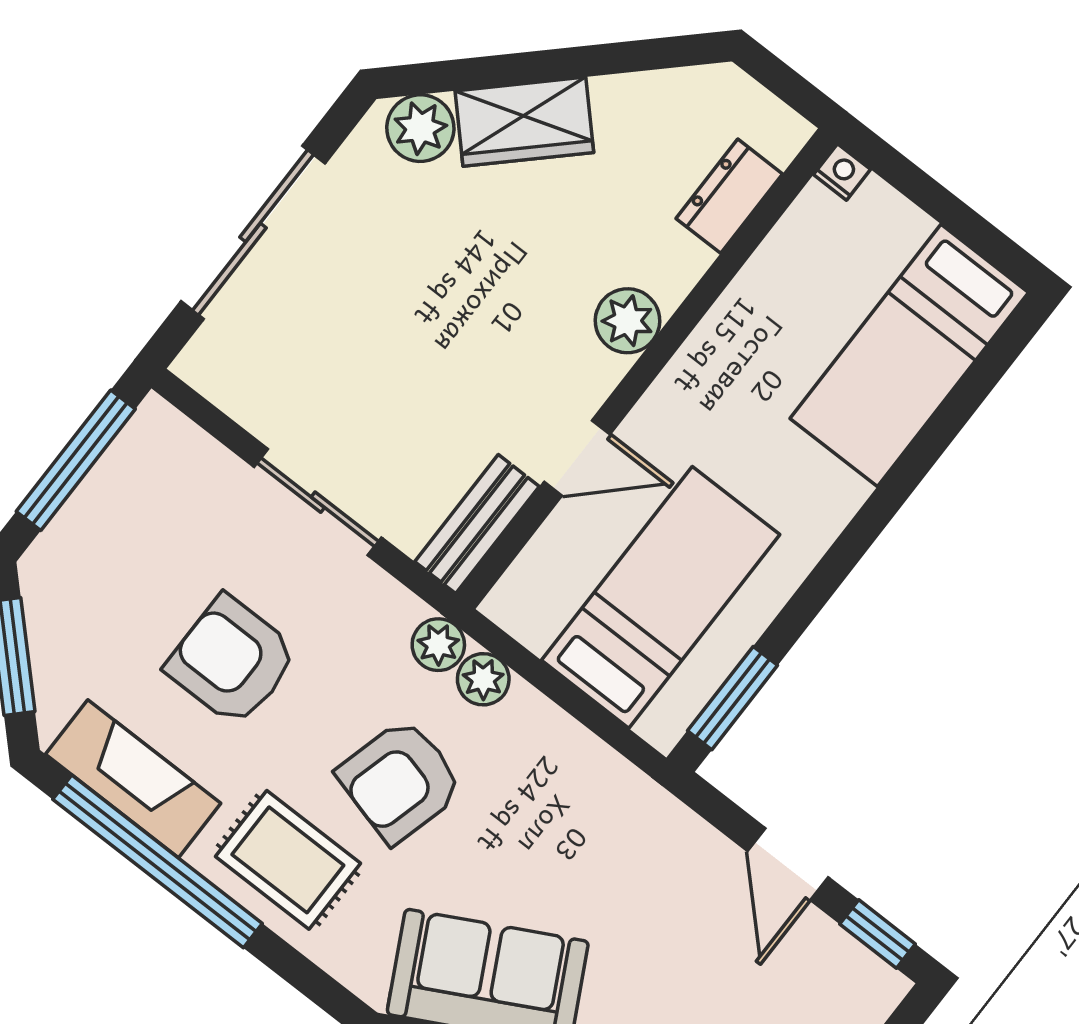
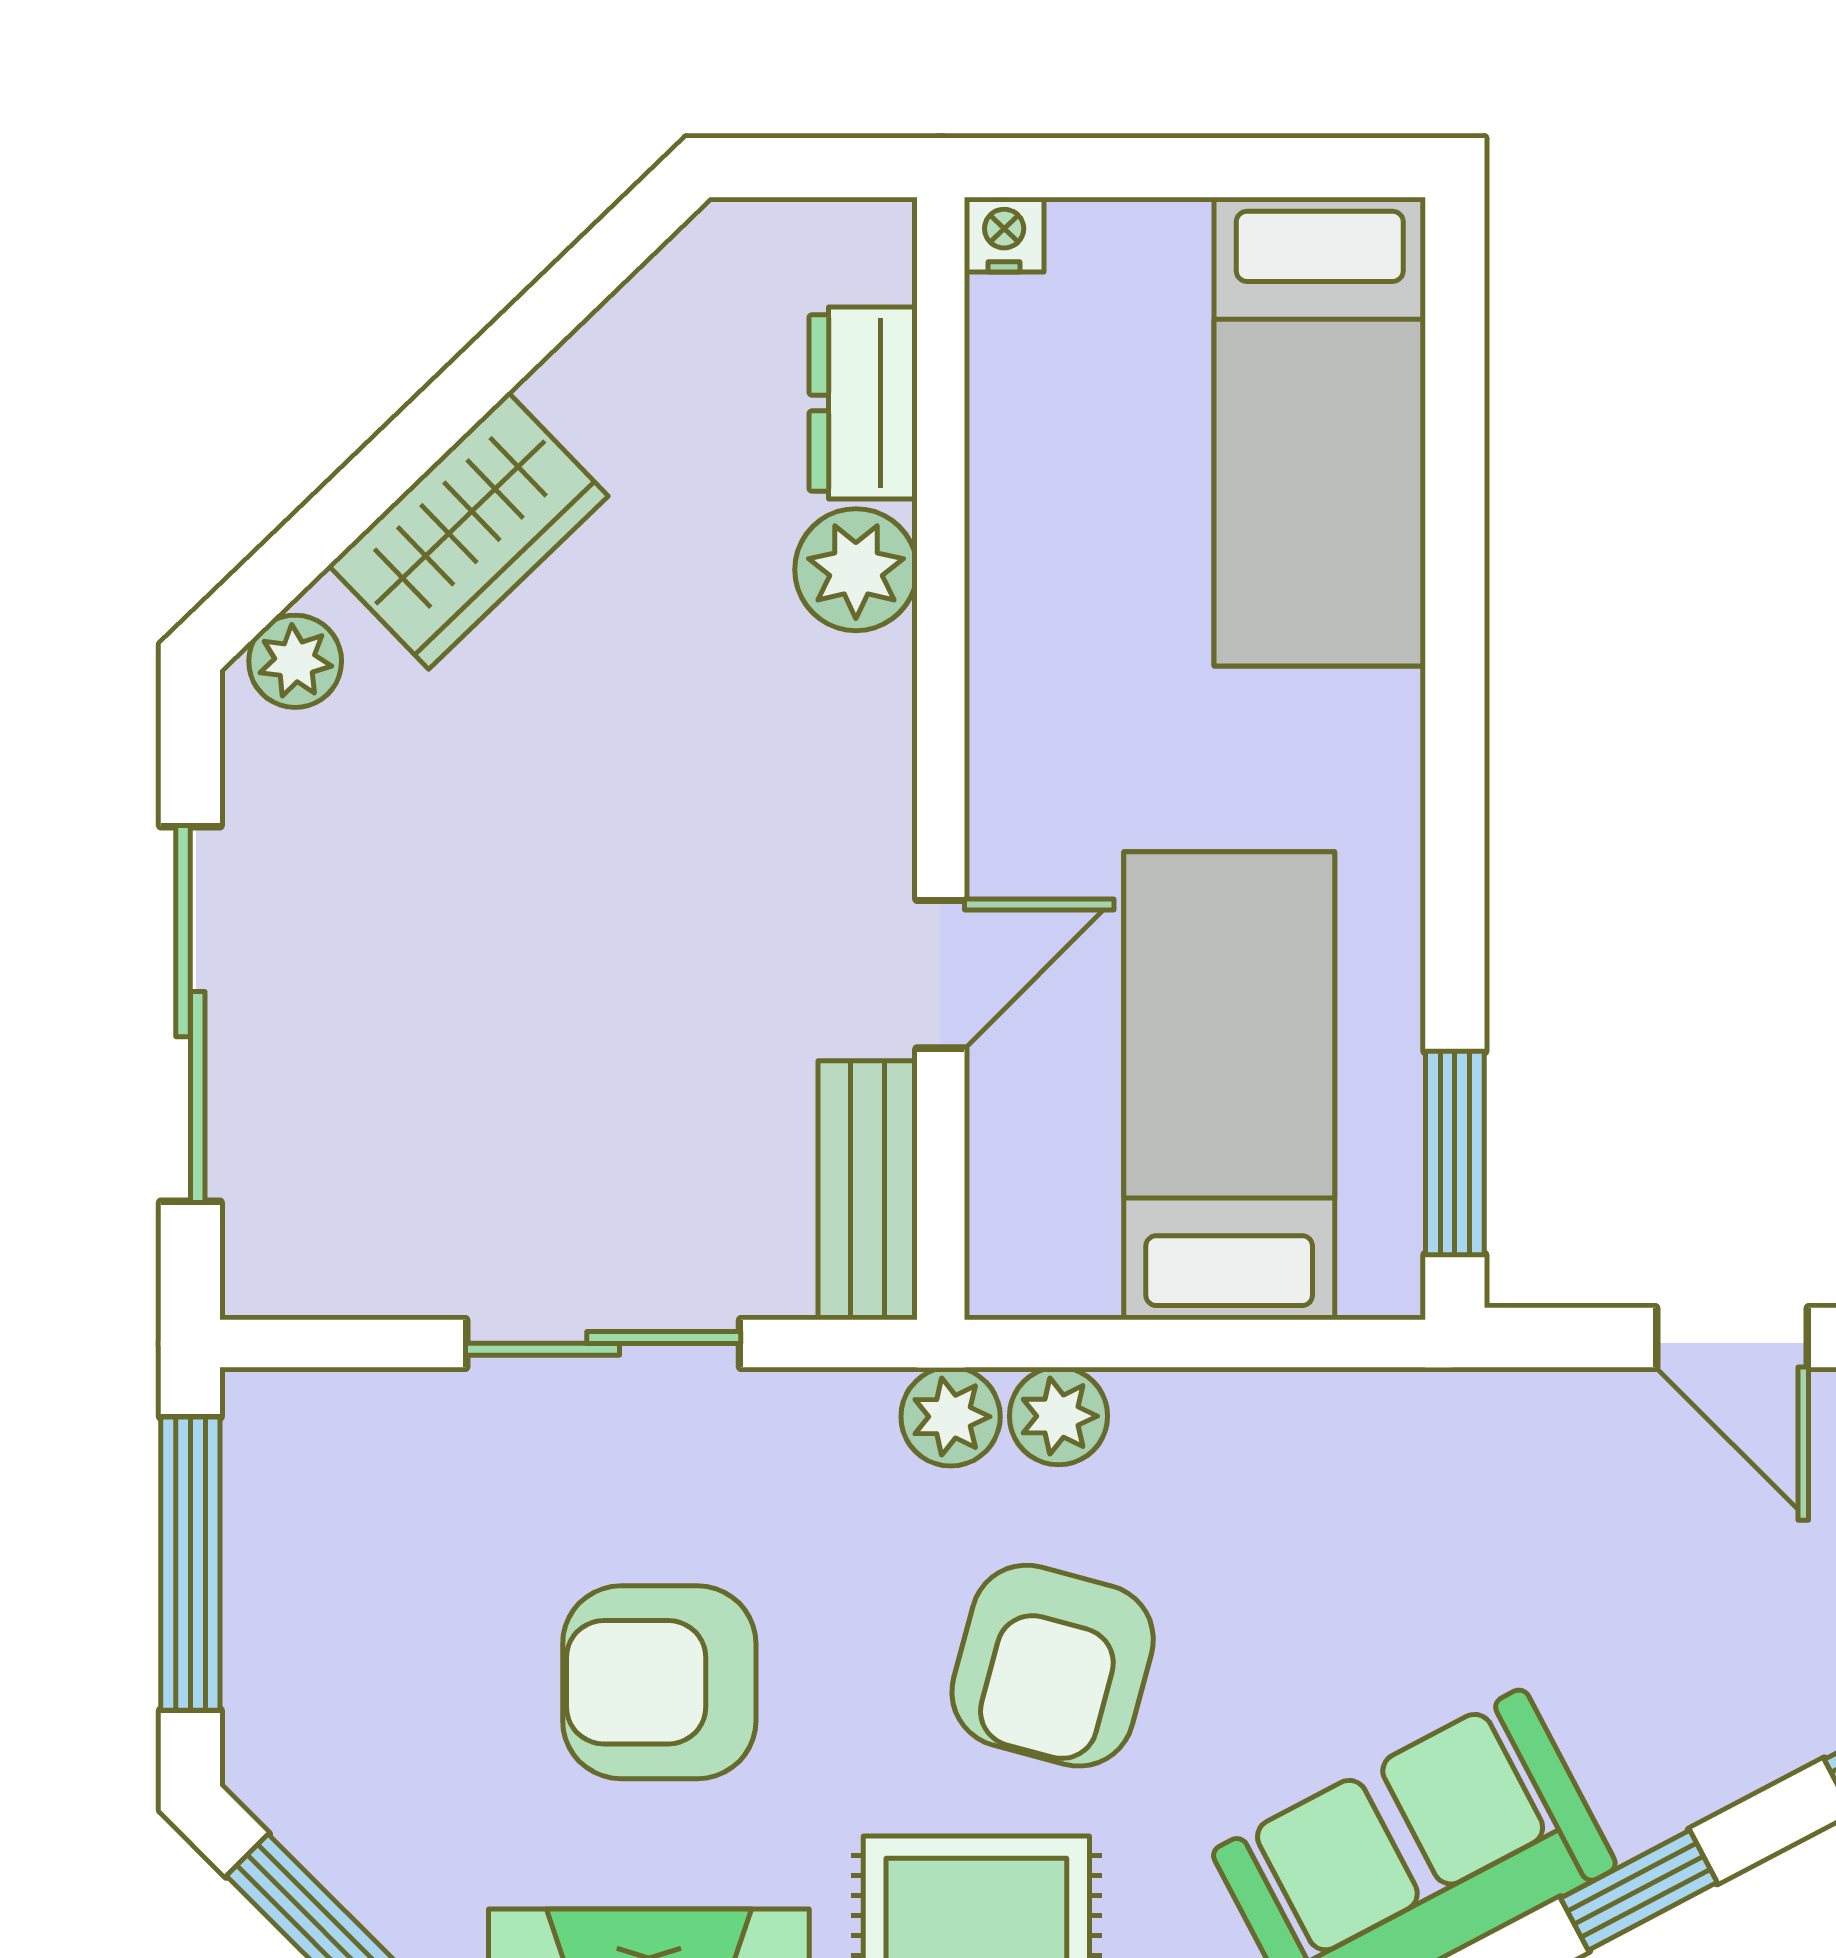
plant: (420, 128) -> (295, 661), width x0.73, depth x0.73
plant: (627, 321) -> (856, 570), moved

